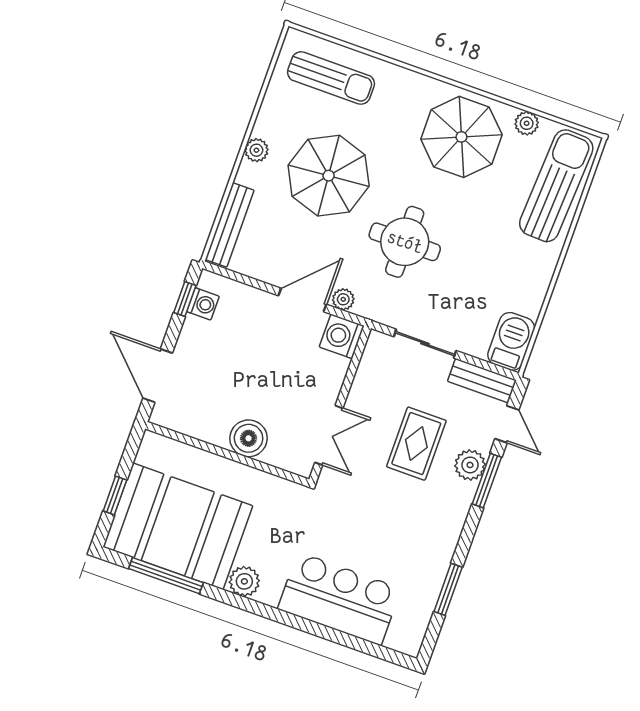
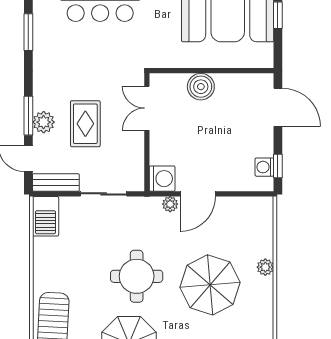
plant: (256, 150) -> (265, 267), moved
bench: (230, 225) -> (265, 227), removed
round table: (405, 242) -> (137, 276), moved

